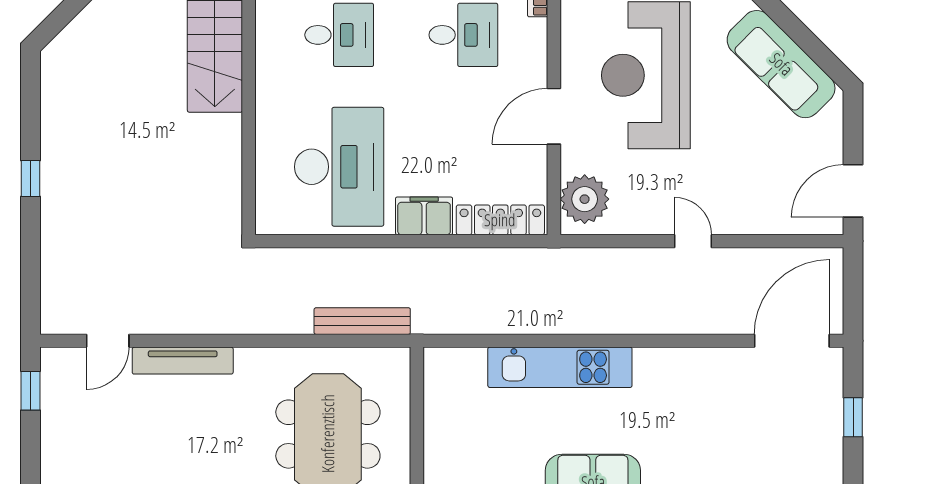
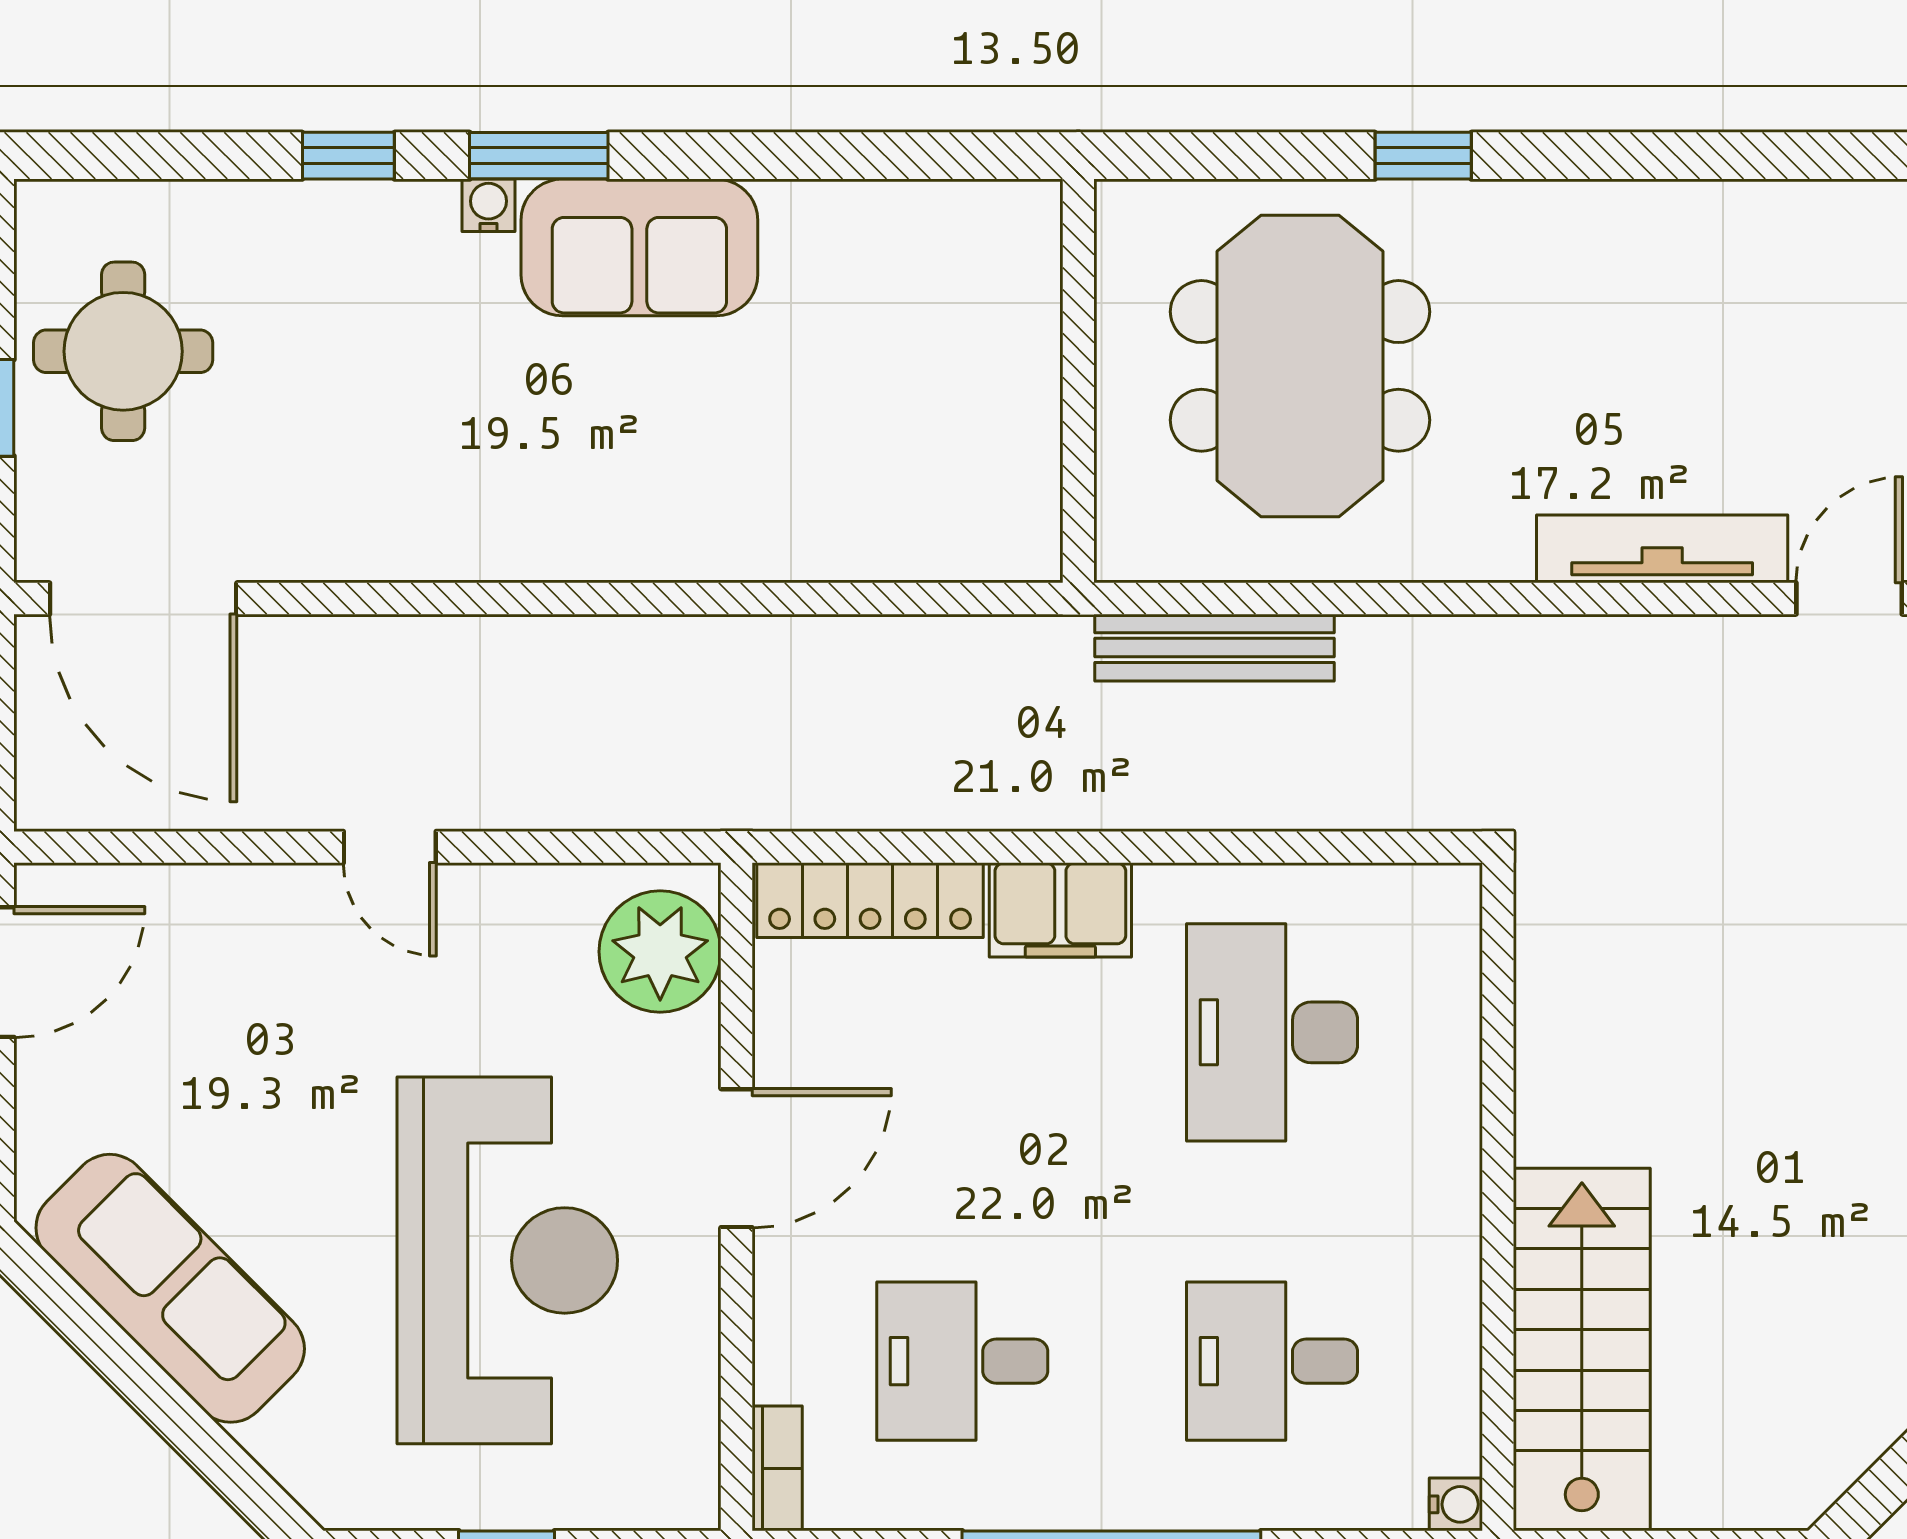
desk: (339, 167) -> (1272, 1032), width x0.73, depth x0.77
door: (792, 341) -> (143, 599), hinge flipped
kitchen unit: (560, 367) -> (722, 532), removed
round table: (800, 440) -> (123, 351), added

